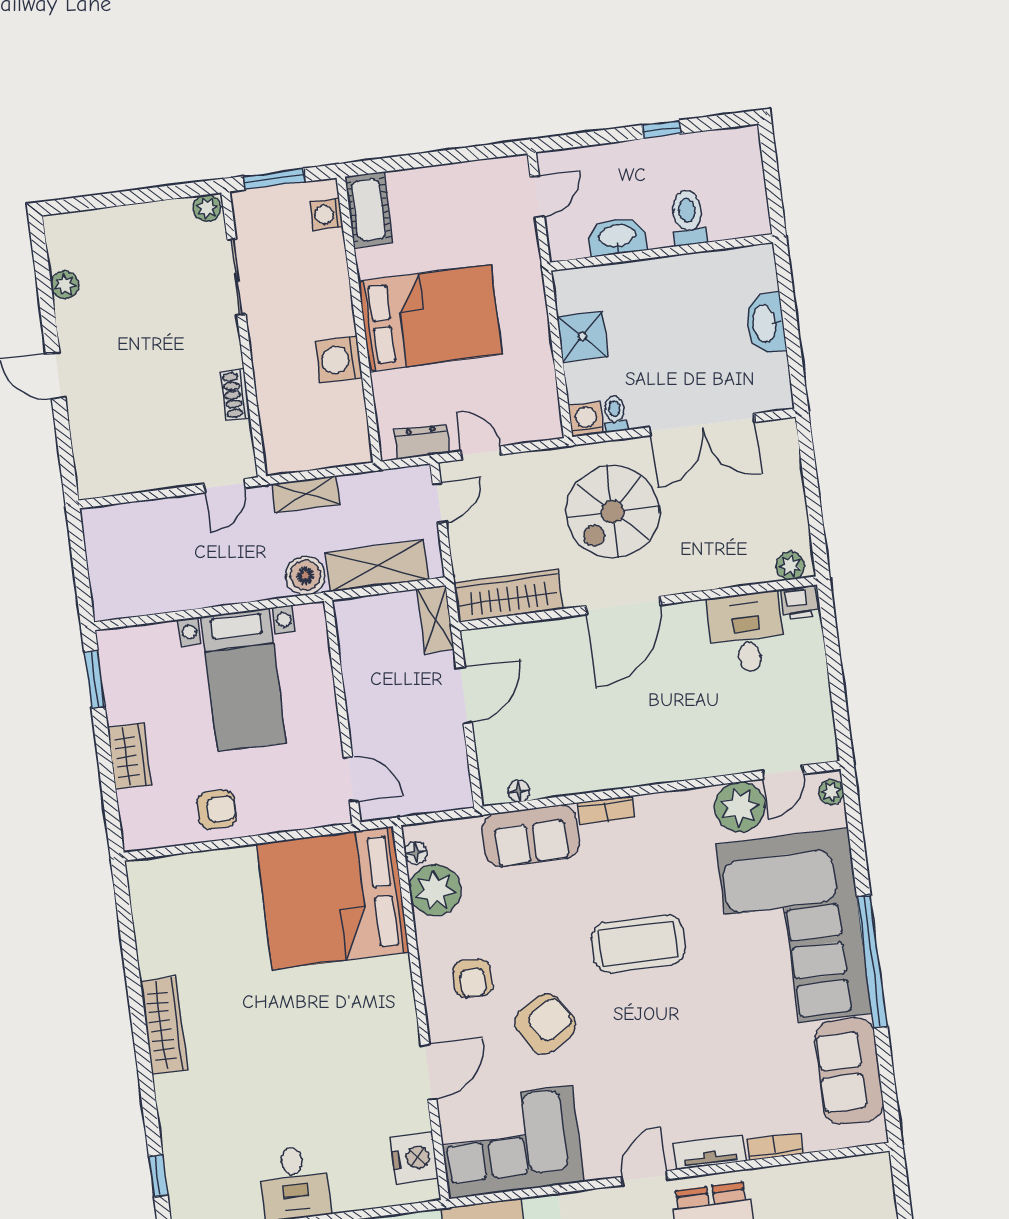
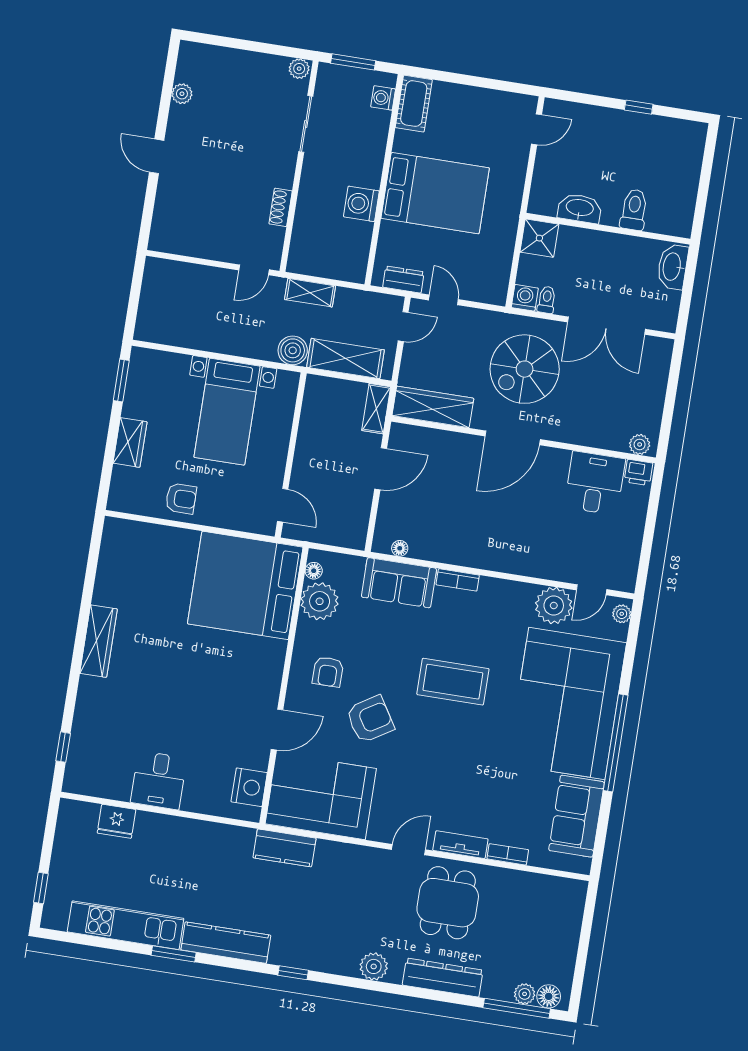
toilet: (688, 218) -> (634, 210), moved
washbasin: (617, 237) -> (580, 208), moved
wall: (662, 252) -> (608, 229), moved

